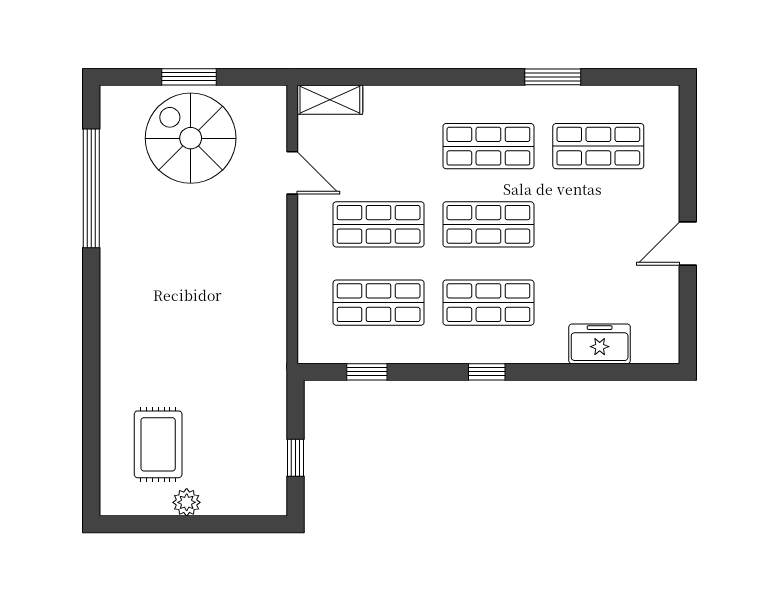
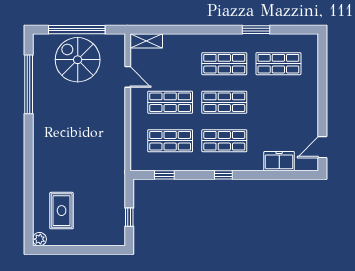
window: (189, 77) -> (77, 30), width x2.11
door: (688, 244) -> (322, 147), moved
plant: (187, 502) -> (39, 239), moved

